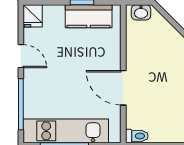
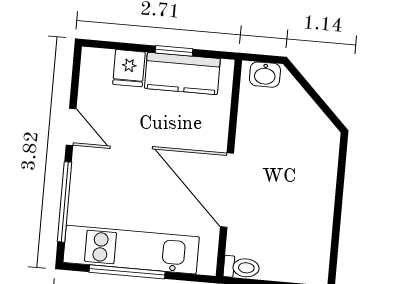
fridge: (33, 16) -> (129, 68), moved
door: (123, 88) -> (227, 190), width x1.36

